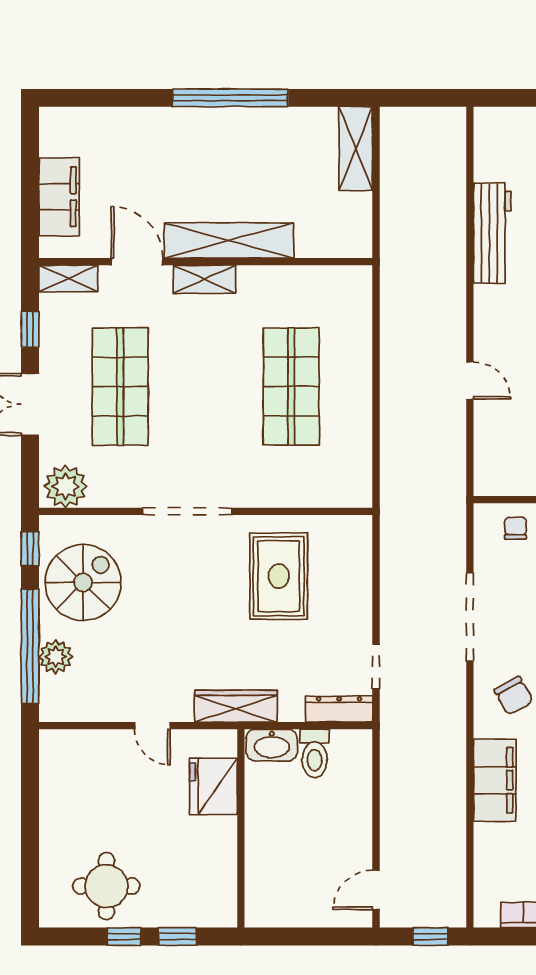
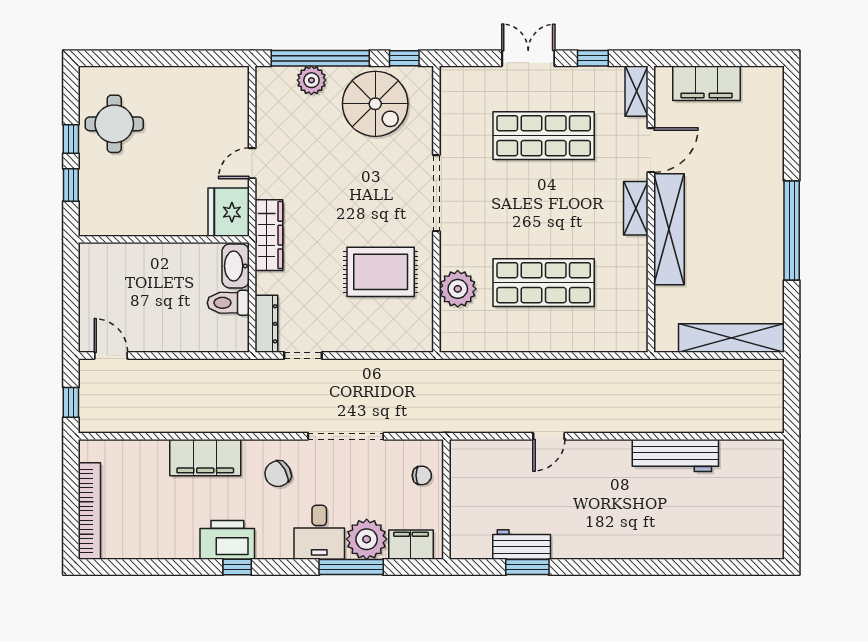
shelving: (356, 148) -> (731, 338), width x1.47
plant: (66, 486) -> (458, 289), moved
fridge: (213, 787) -> (229, 212), moved, turned -90

